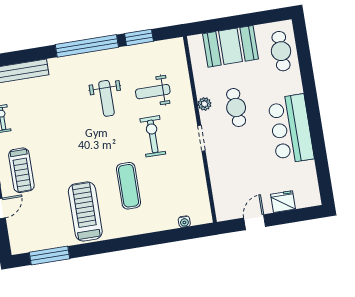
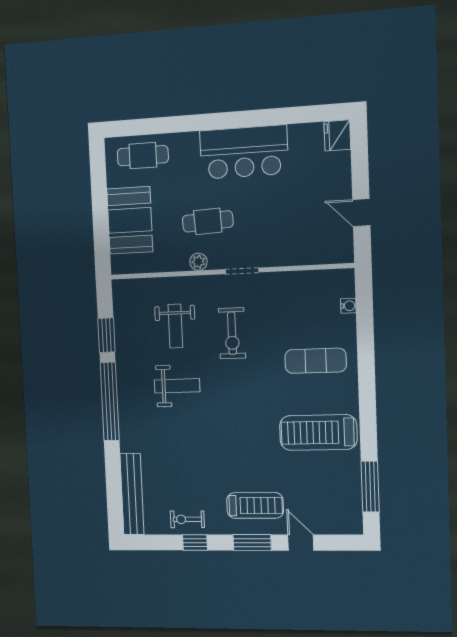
exercise bike: (153, 136) -> (232, 333), turned -90
exercise mat: (129, 186) -> (316, 361), moved
fridge: (283, 202) -> (337, 135), moved

